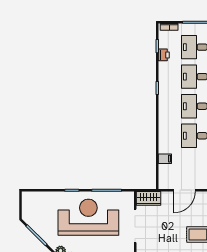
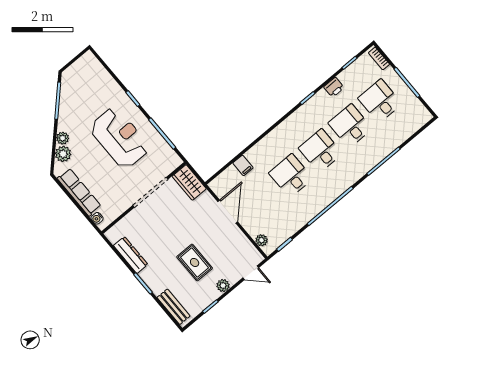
printer: (164, 55) -> (334, 87), moved
door: (185, 190) -> (228, 212), swing flipped
reception desk: (88, 217) -> (120, 138), width x0.74, depth x0.77

